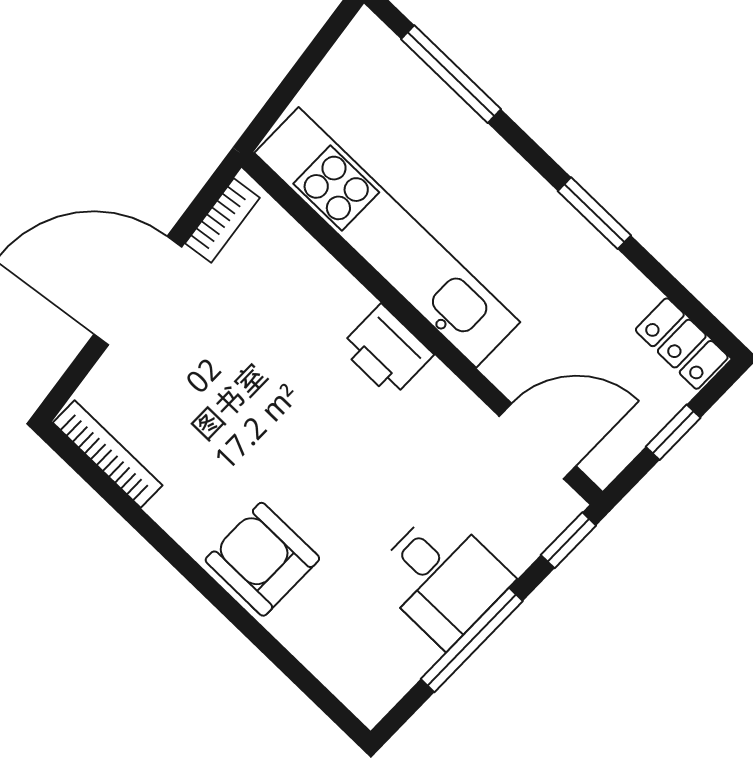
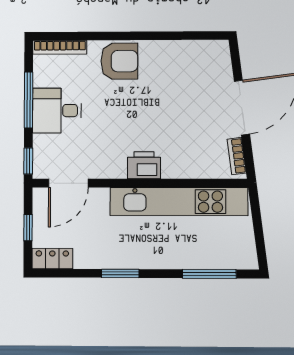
bookcase: (108, 454) -> (60, 47), moved

